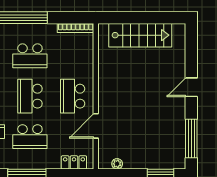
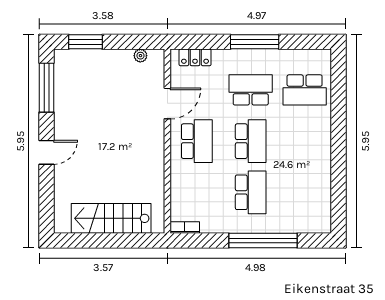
bookcase: (76, 28) -> (185, 228), width x0.64
school desk: (30, 56) -> (251, 192), turned 90

